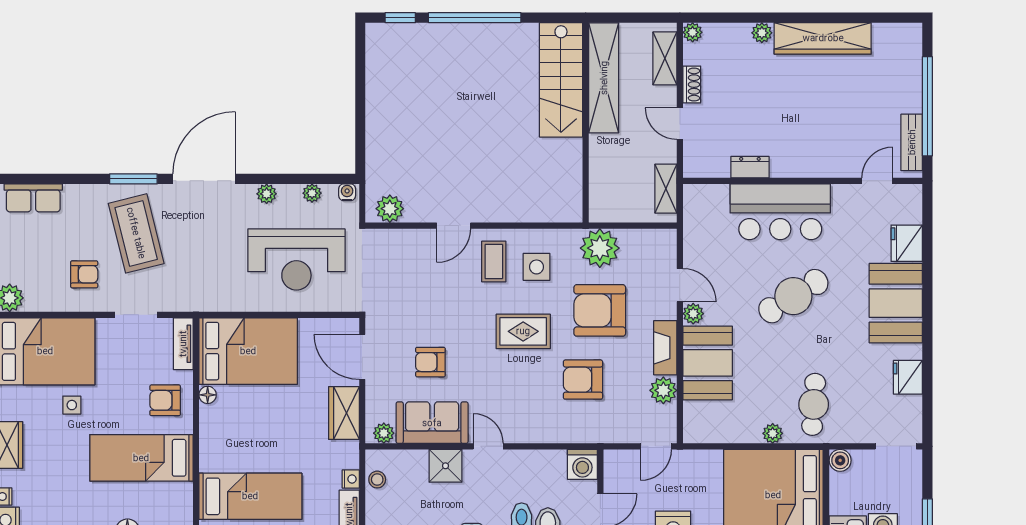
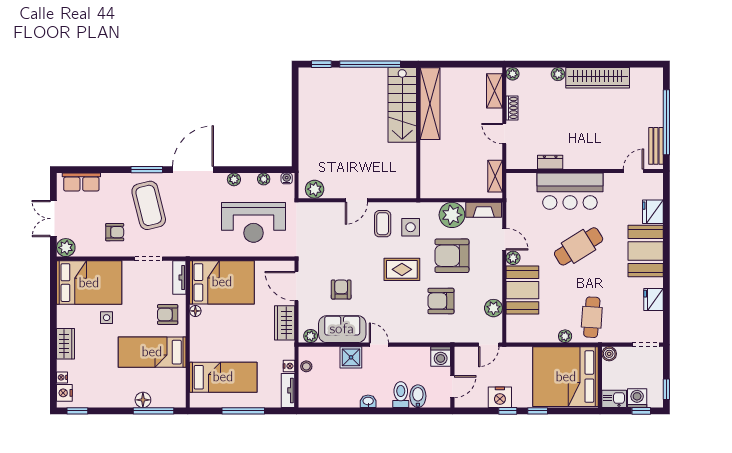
shelving: (604, 78) -> (430, 104), moved
stairs: (561, 80) -> (402, 105), moved
wall: (586, 123) -> (418, 133), moved
fireplace: (665, 348) -> (484, 210), moved, turned -90
armchair: (430, 362) -> (341, 290), turned 90

